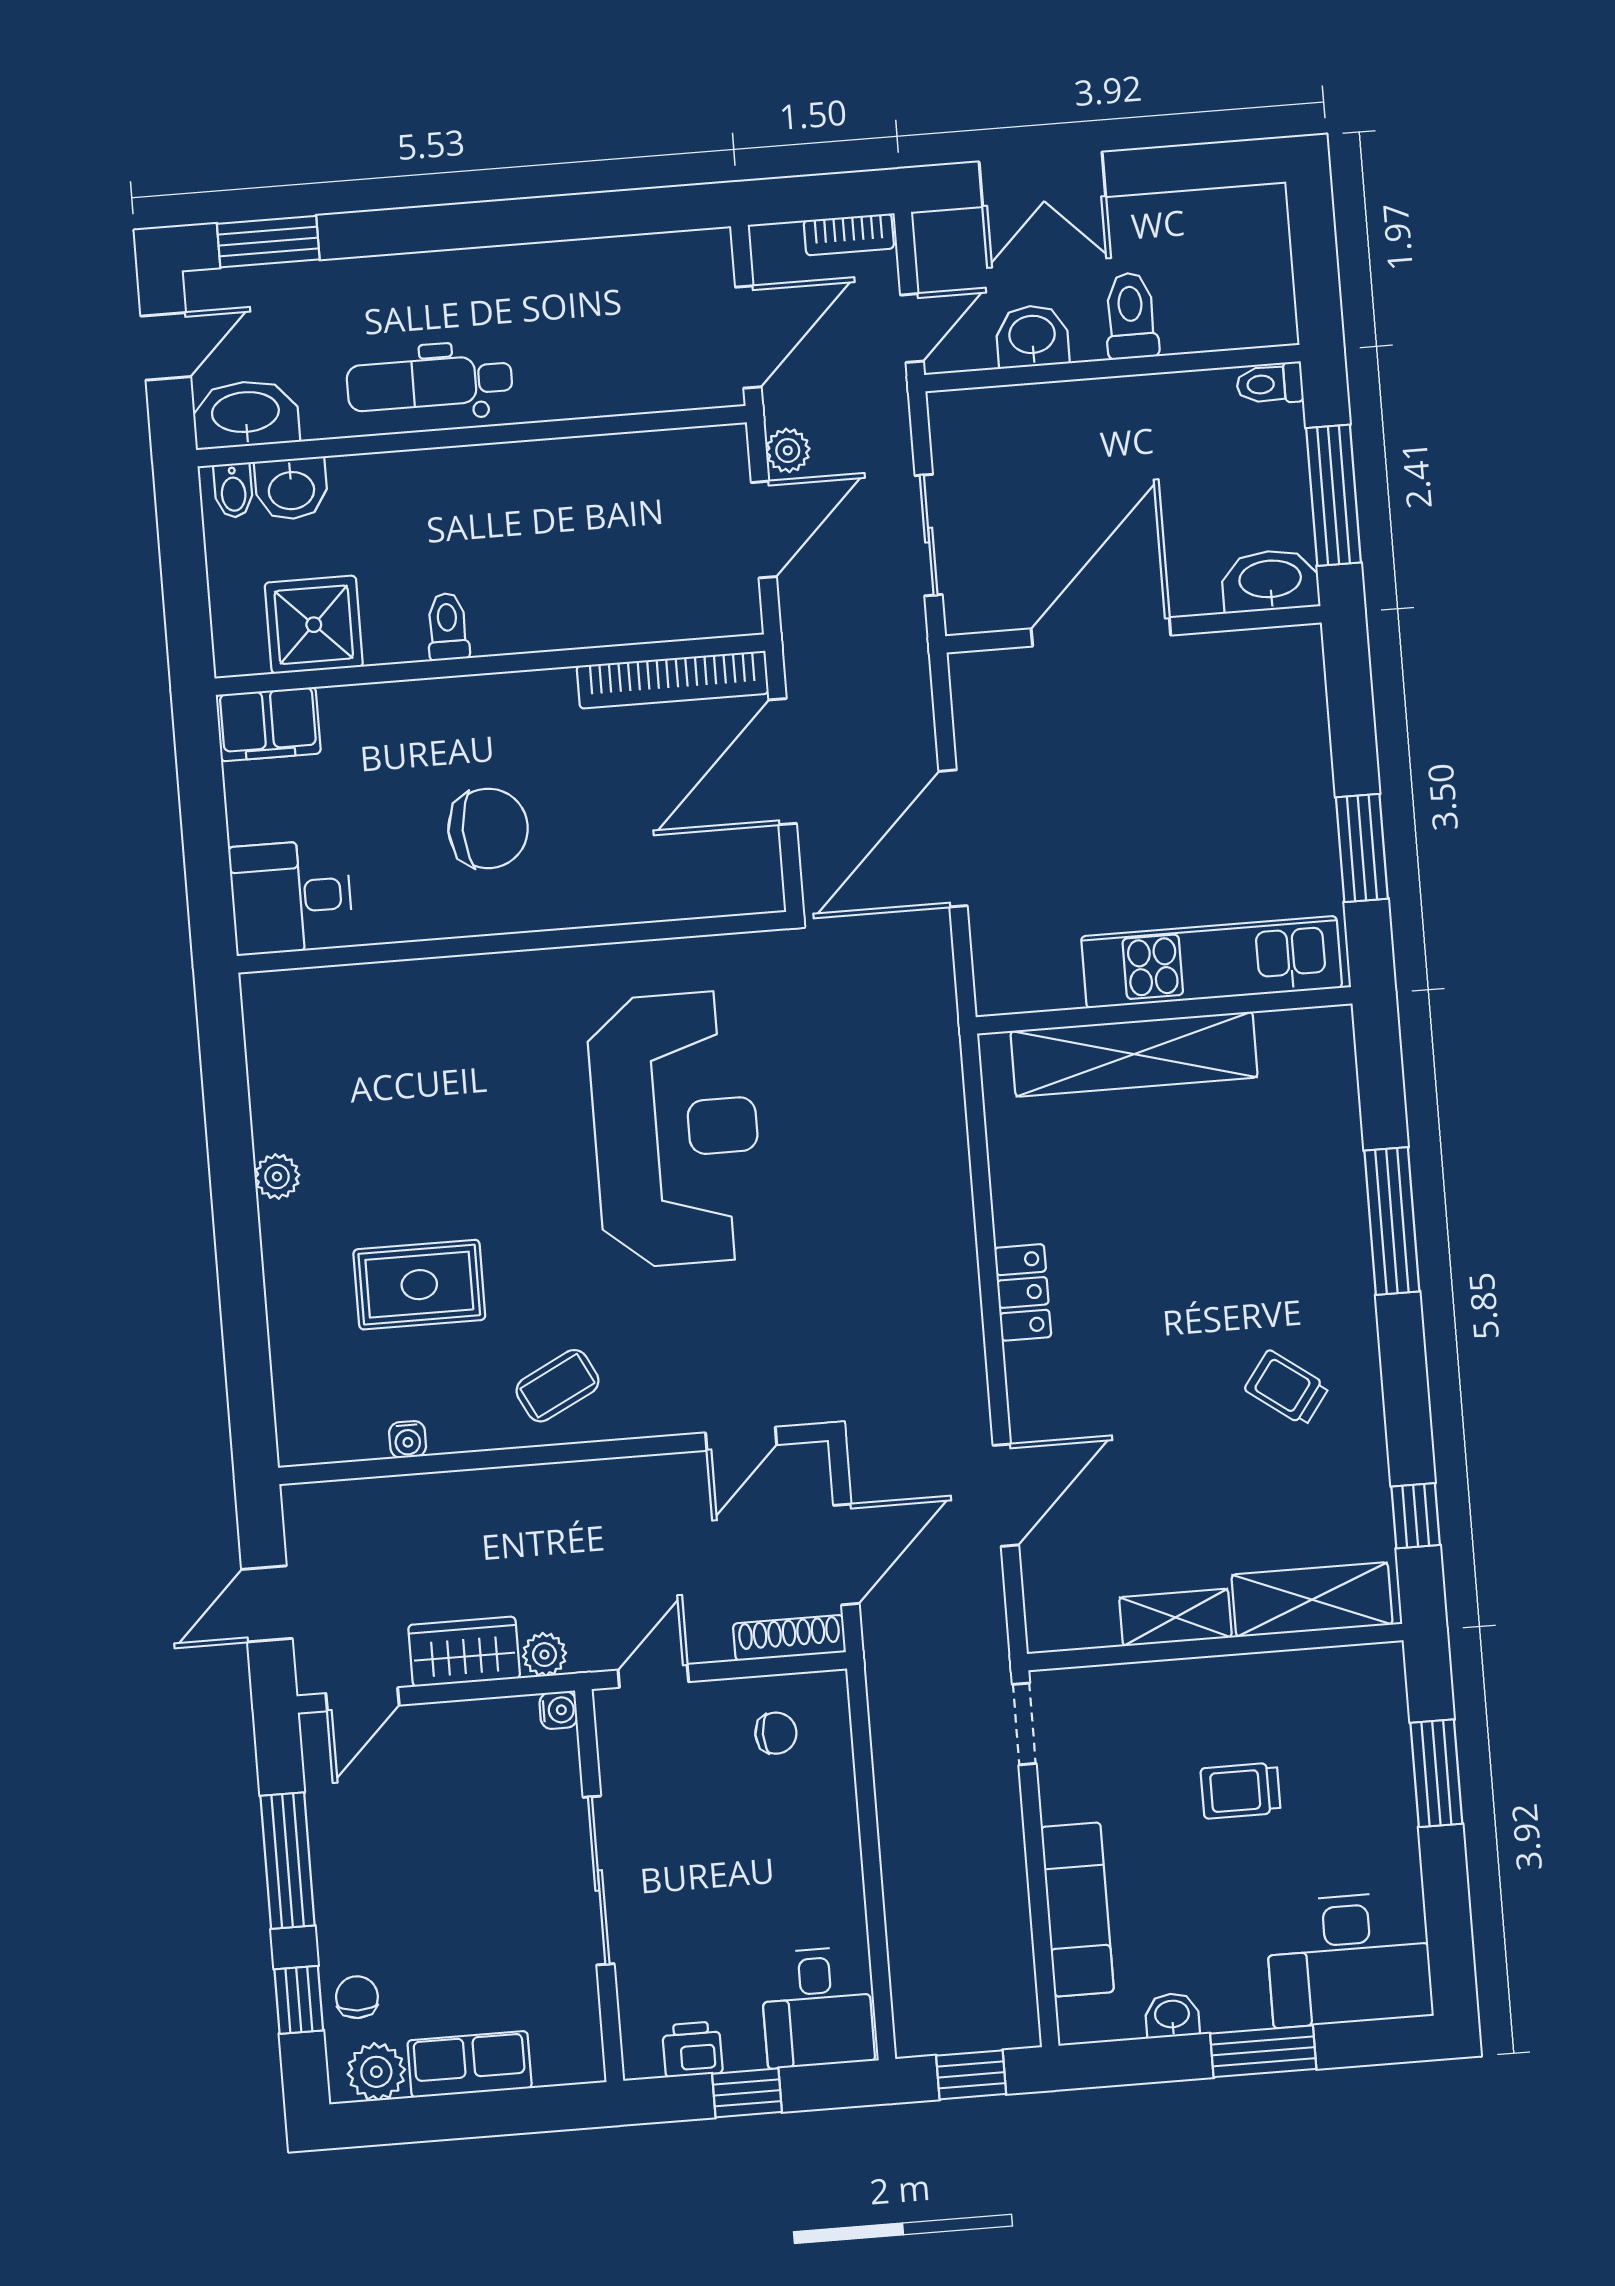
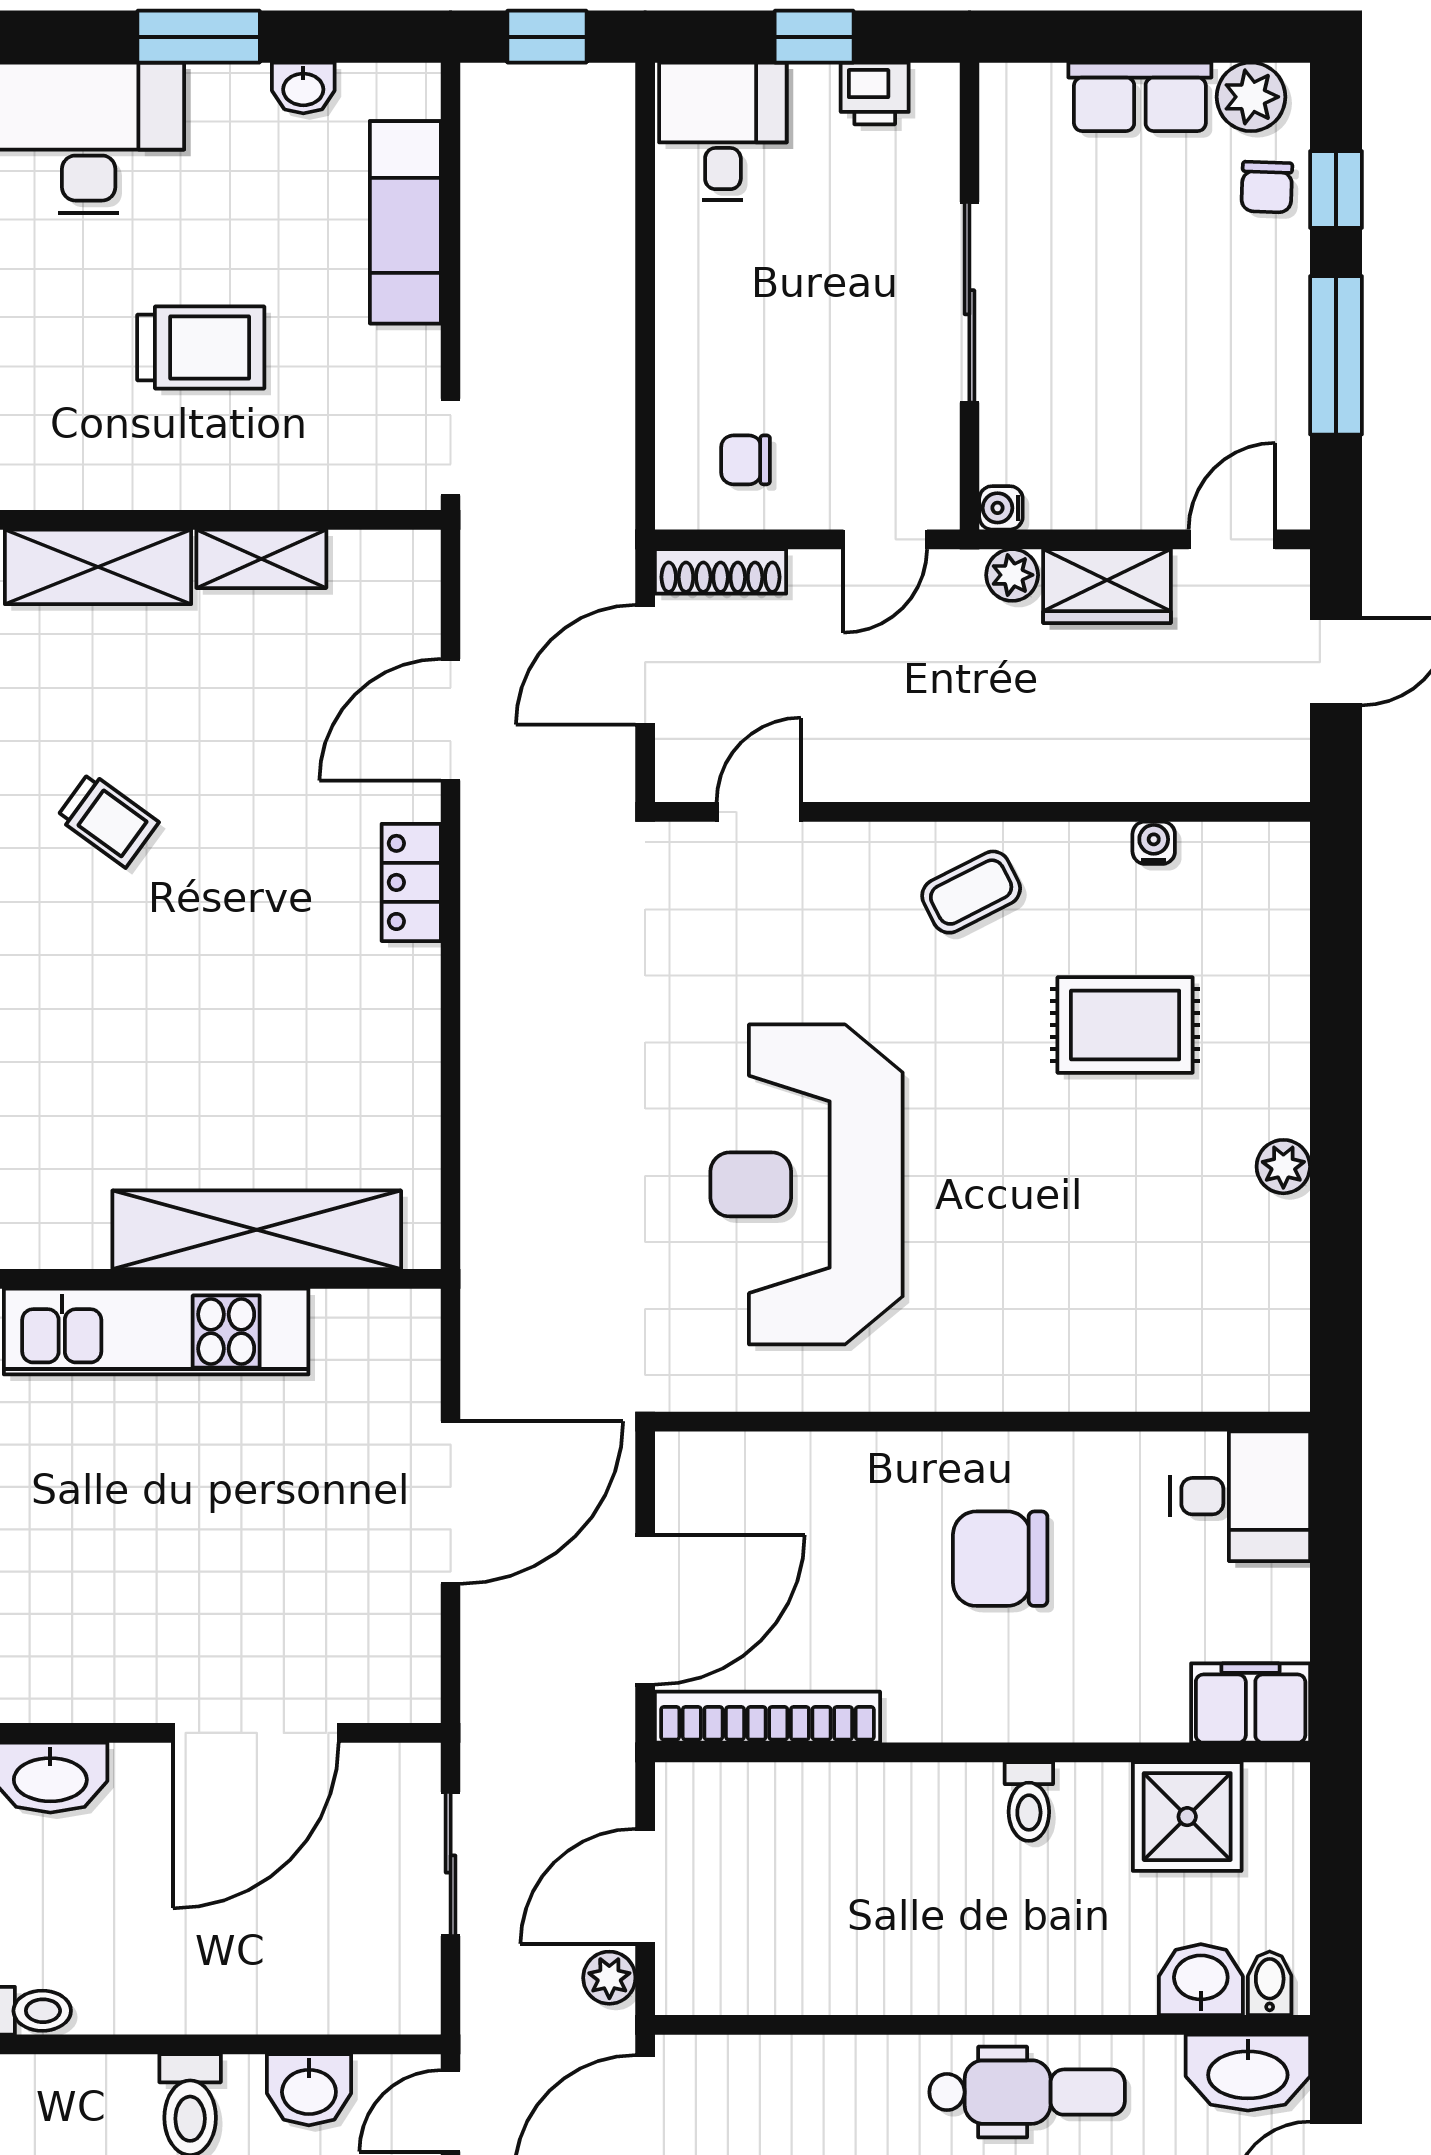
locker: (1023, 1292) -> (411, 882), moved
trolley: (1241, 1791) -> (201, 347), width x1.36, depth x1.39

